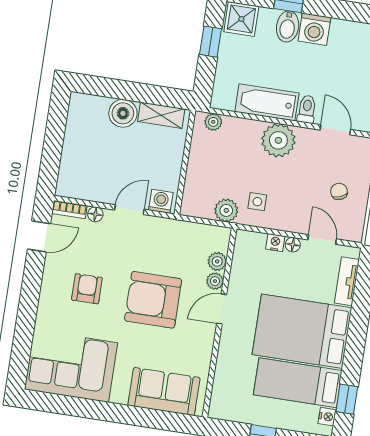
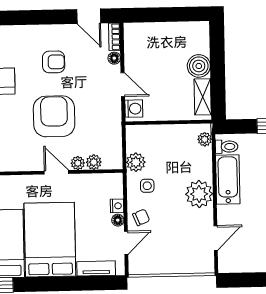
toilet: (307, 109) -> (227, 147), moved
chair: (339, 191) -> (141, 217), moved

